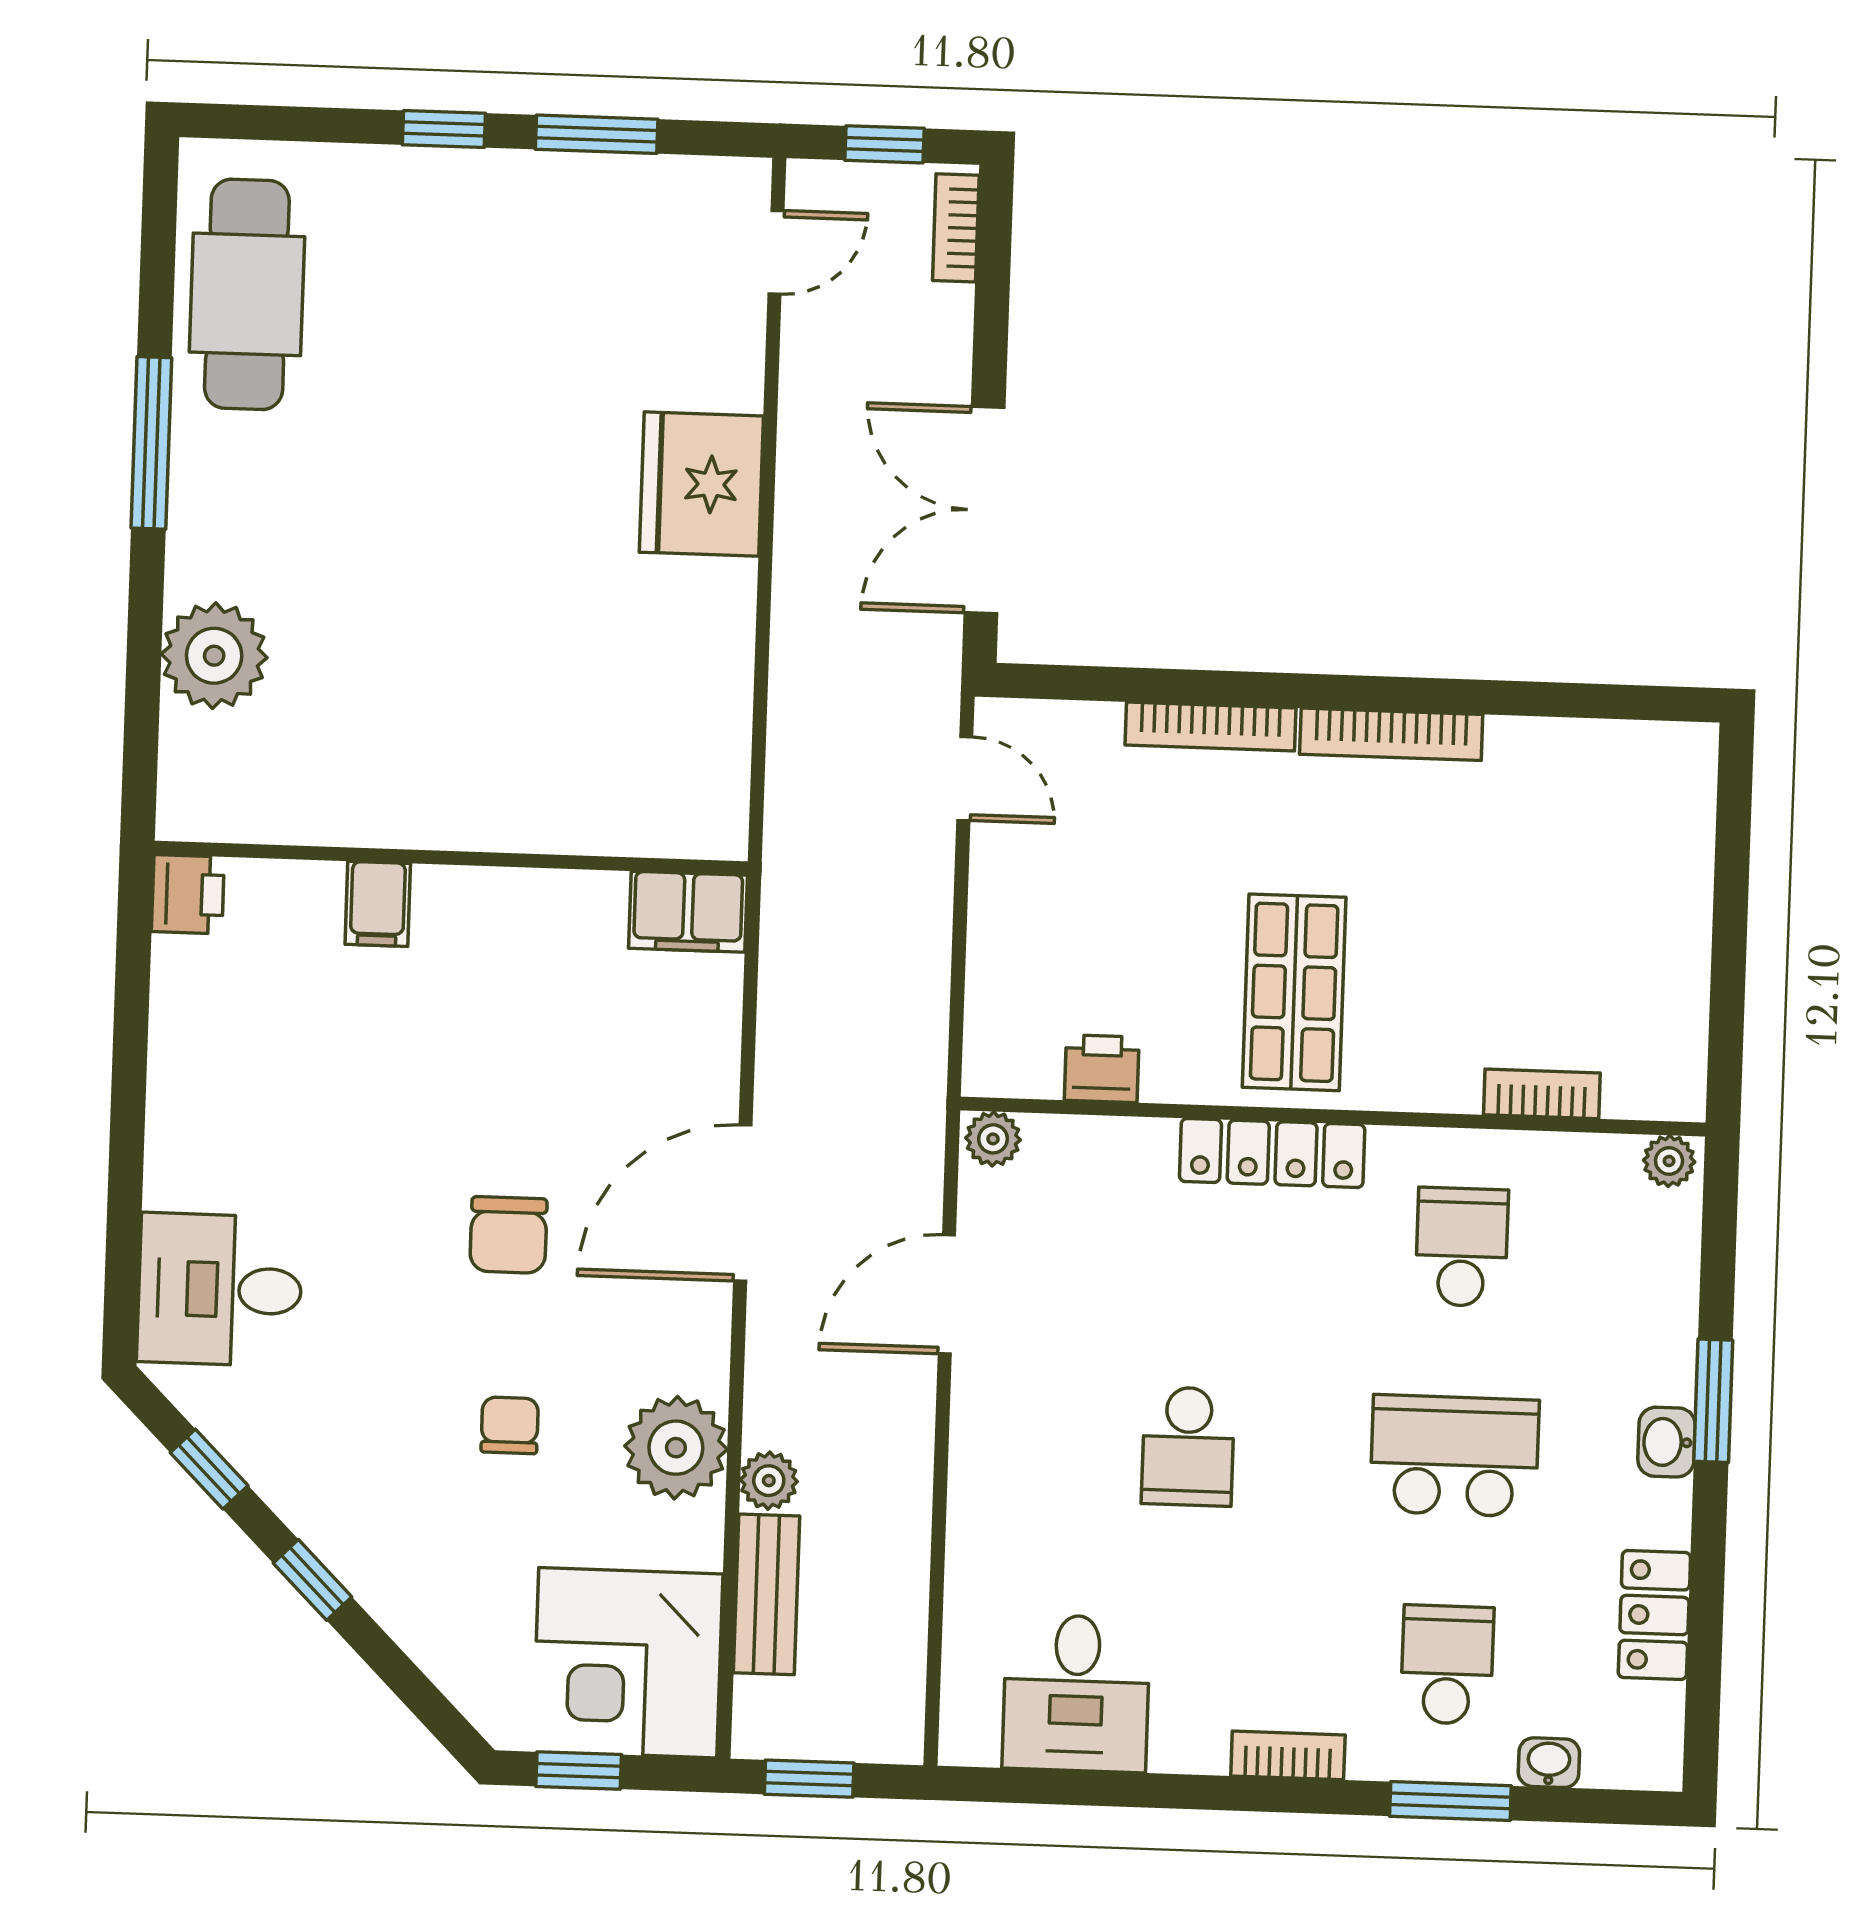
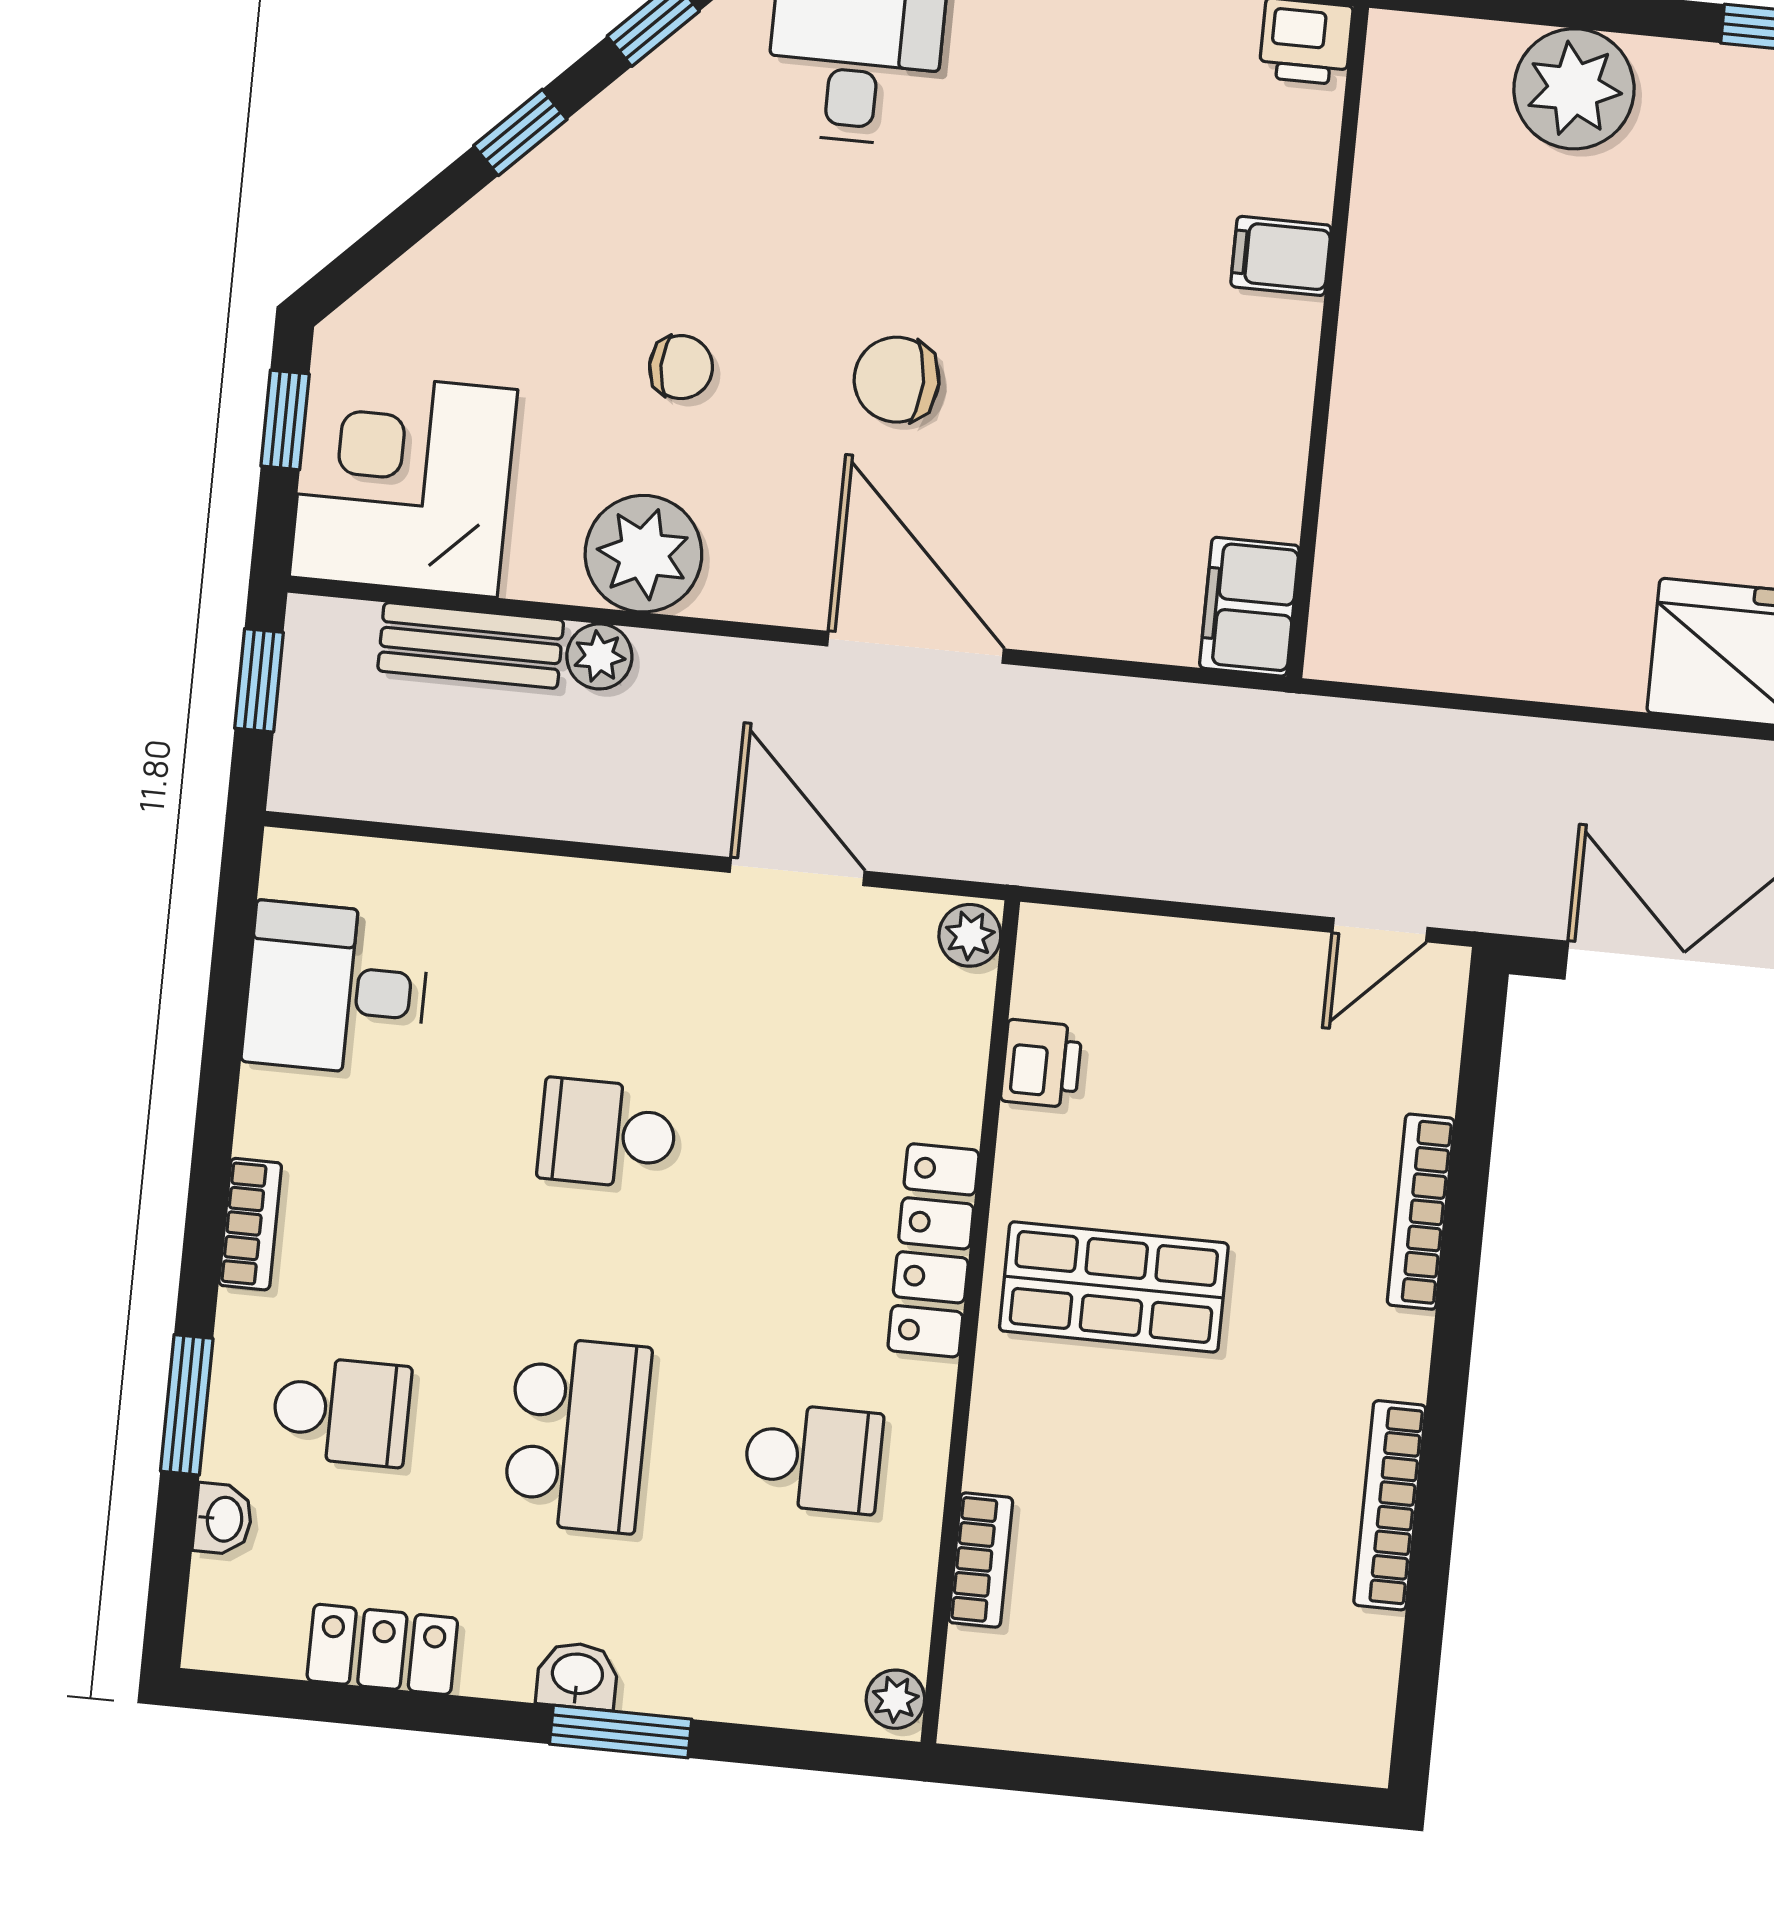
bookcase: (1391, 734) -> (1390, 1505), moved

